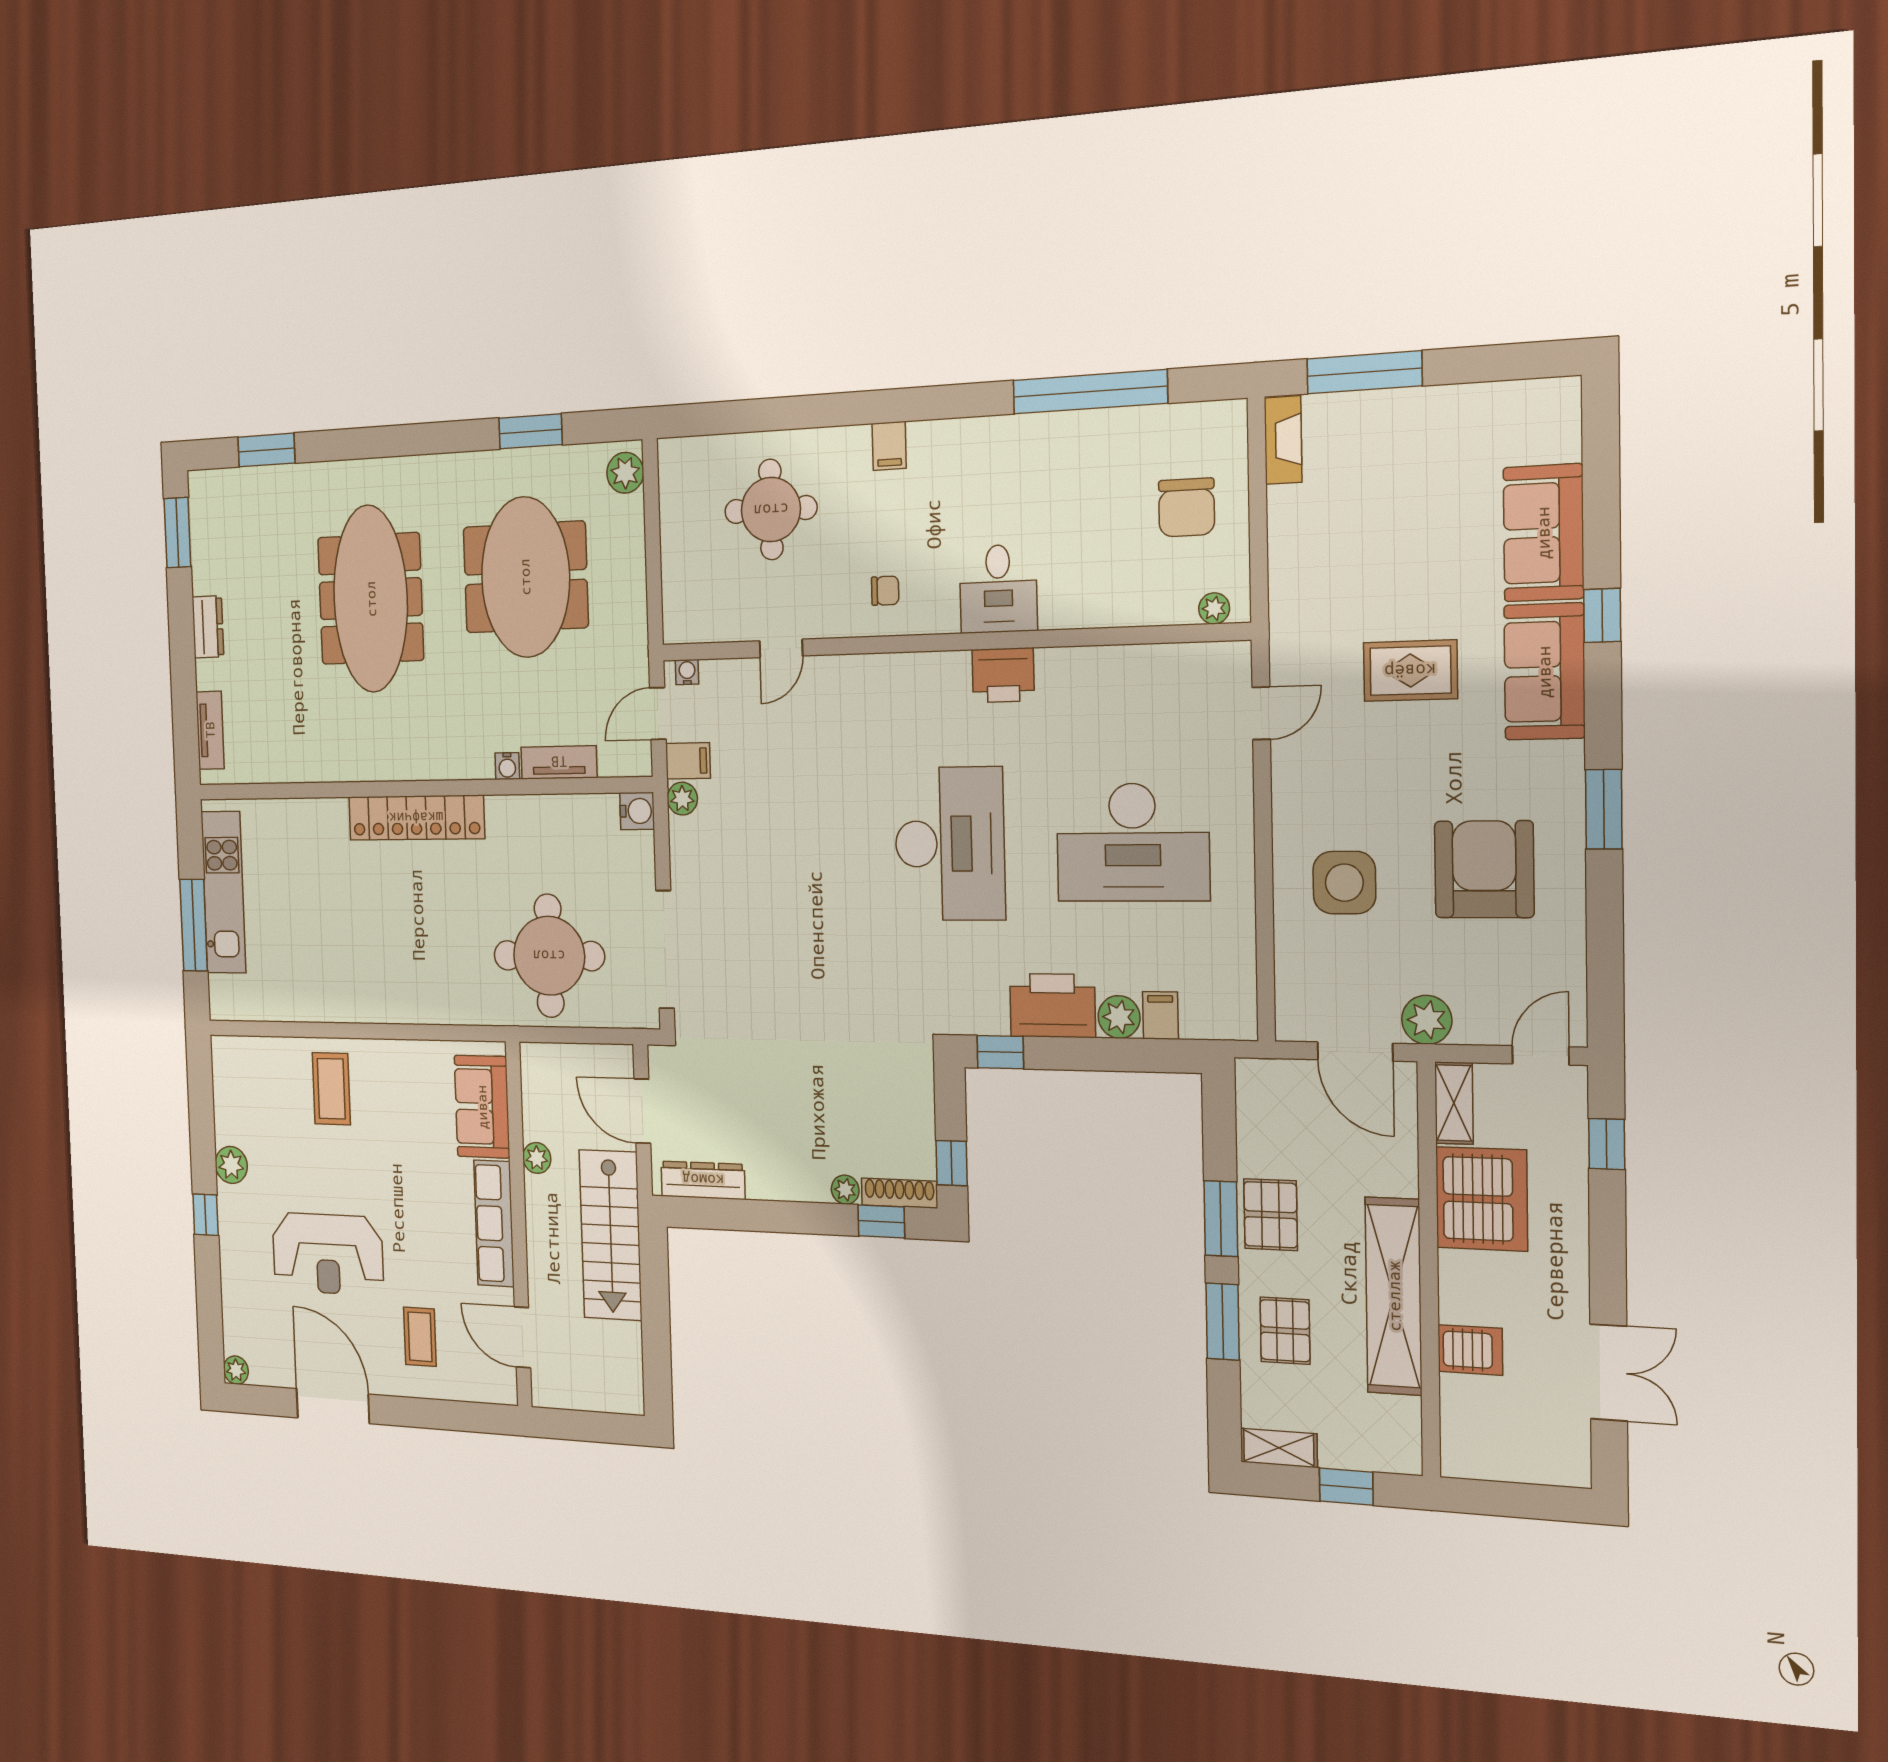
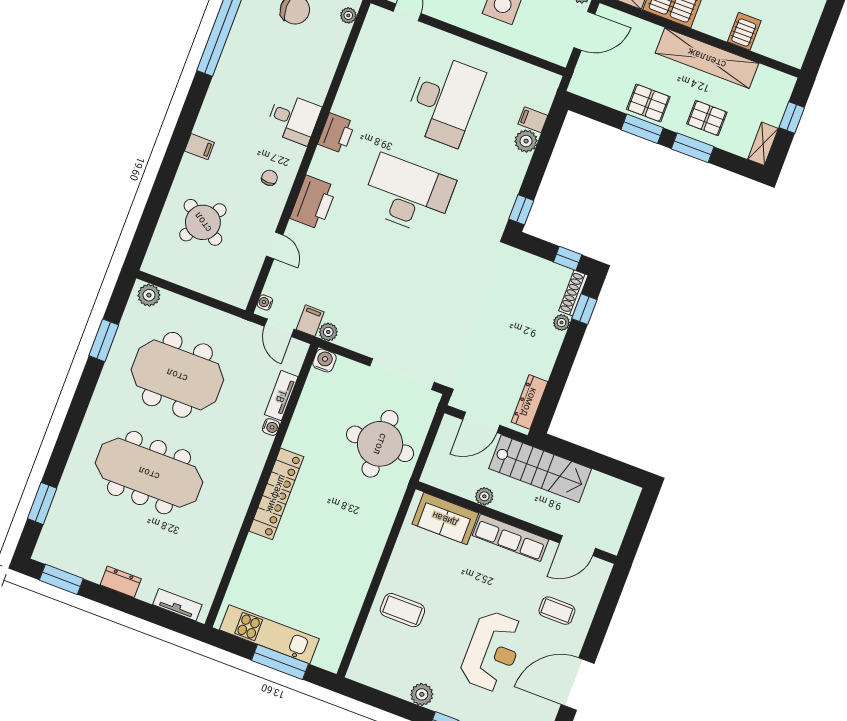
round table: (771, 510) -> (203, 222), turned 33
printer: (1052, 1006) -> (313, 202), moved, turned 180

